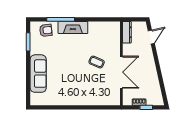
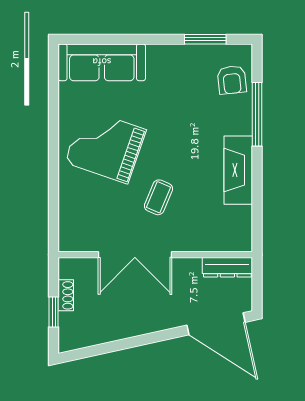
fireplace: (73, 27) -> (238, 170), moved
door: (151, 37) -> (216, 324), width x1.87
sofa: (38, 74) -> (102, 62), moved
grand piano: (74, 85) -> (105, 146), added

